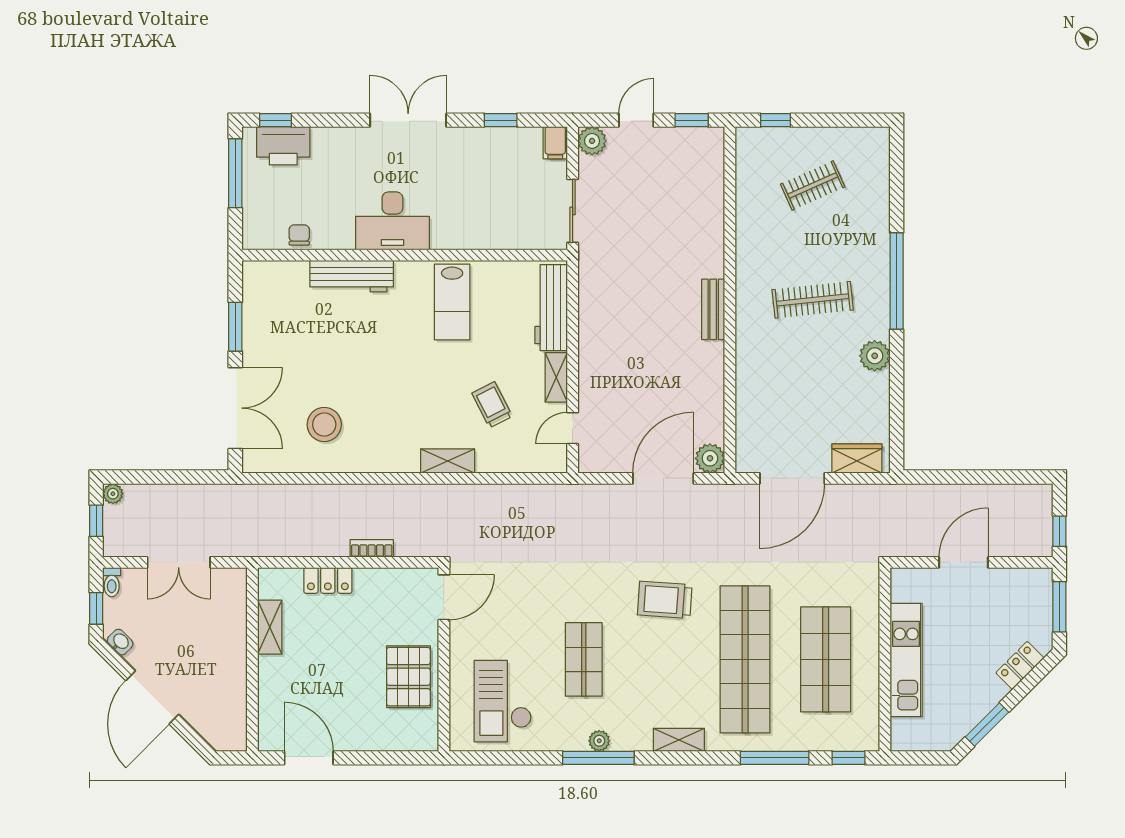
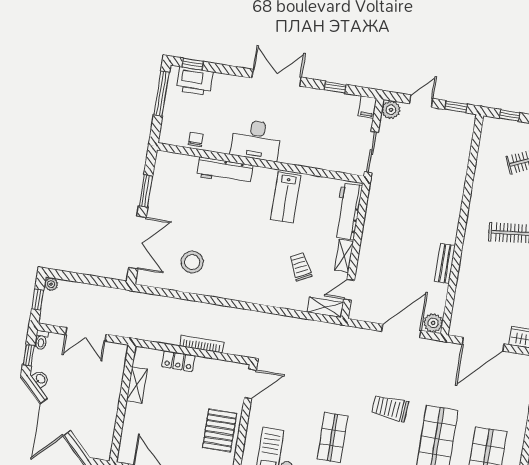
bench: (713, 309) -> (445, 263), moved
shelving: (448, 461) -> (325, 307), moved
bookcase: (372, 548) -> (202, 344), width x1.56

